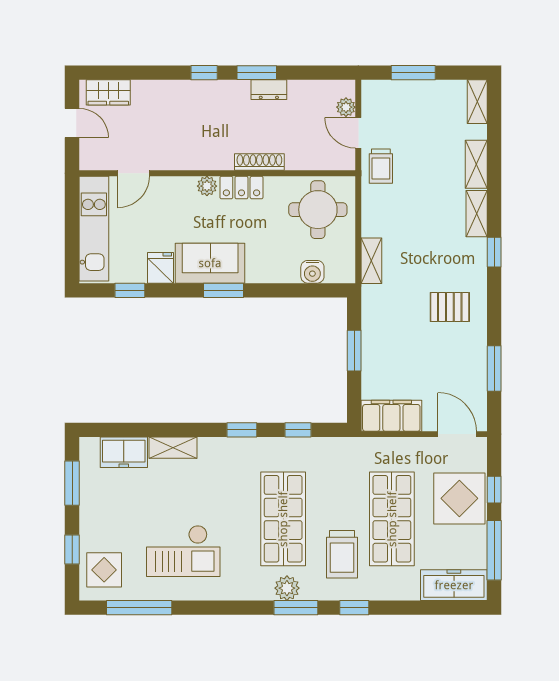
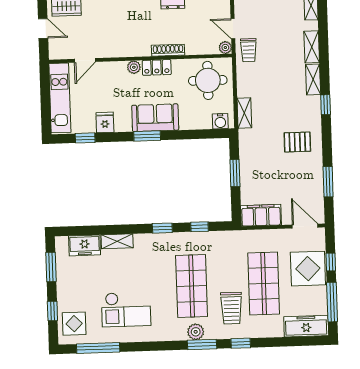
plant: (346, 107) -> (225, 48), moved
sofa: (210, 263) -> (155, 118), moved
water cooler: (312, 272) -> (220, 121), moved

